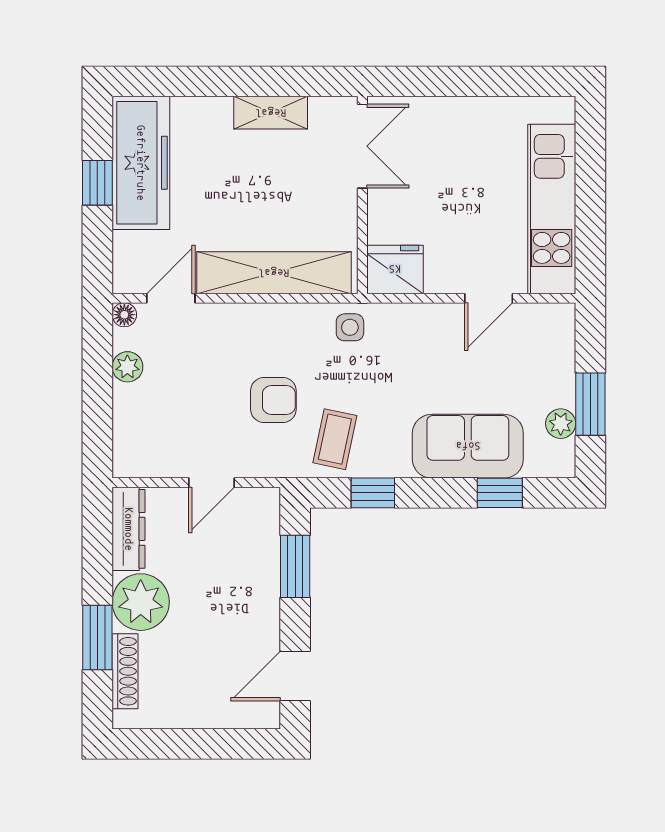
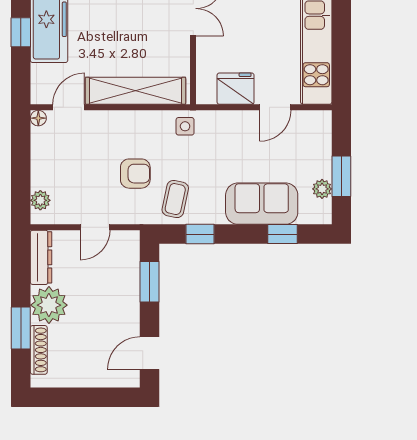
fridge: (395, 269) -> (236, 89), moved
plant: (127, 367) -> (40, 200), moved

